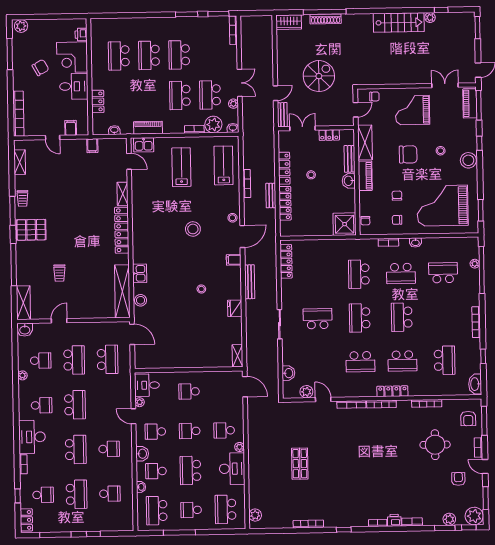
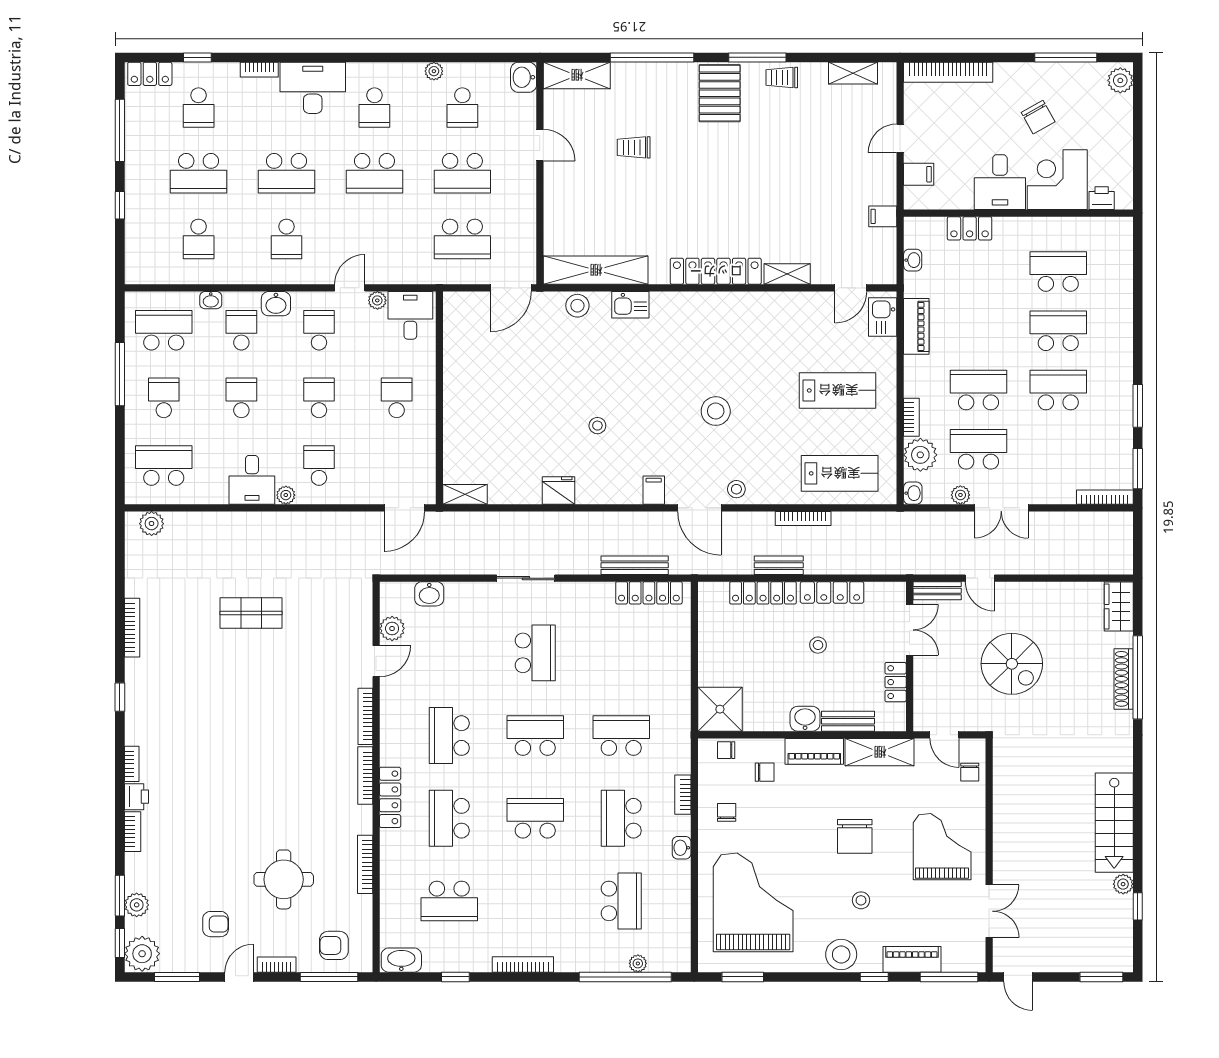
piano: (470, 103) -> (912, 959), moved
chair: (397, 196) -> (765, 772), moved
bench: (250, 282) -> (635, 565), moved
desk: (232, 469) -> (252, 480), width x0.73
school desk: (190, 470) -> (241, 398), width x0.54

